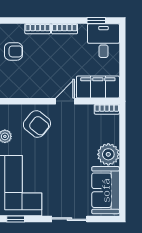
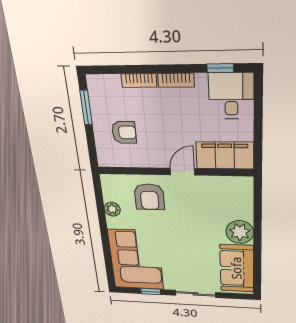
armchair: (13, 51) -> (124, 132), moved
bookcase: (107, 109) -> (237, 182), removed
armchair: (37, 124) -> (149, 197), turned 51
window: (16, 219) -> (151, 292), moved

